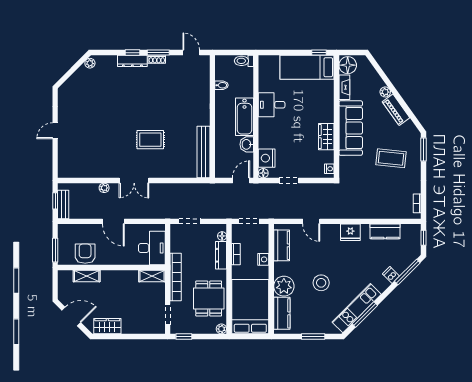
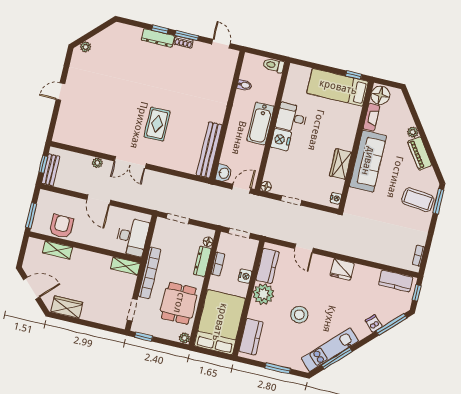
plant: (90, 63) -> (86, 47), moved
rug: (150, 140) -> (157, 124), turned 90
washbasin: (247, 144) -> (224, 173), moved, turned 180
nightstand: (267, 158) -> (281, 140), moved
coffee table: (391, 158) -> (418, 200), moved
kitchen counter: (385, 231) -> (396, 281), moved
plant: (284, 286) -> (263, 294), moved

